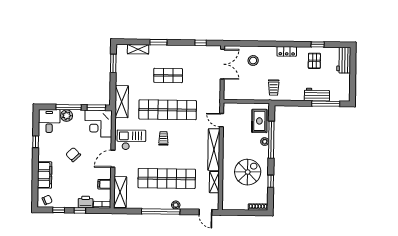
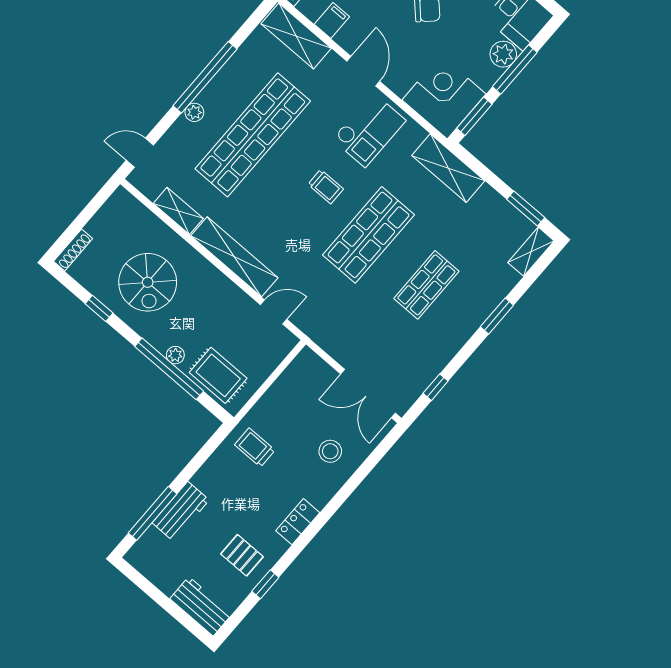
shelving: (138, 49) -> (531, 252), moved
shop shelf: (168, 110) -> (369, 235), width x0.71

